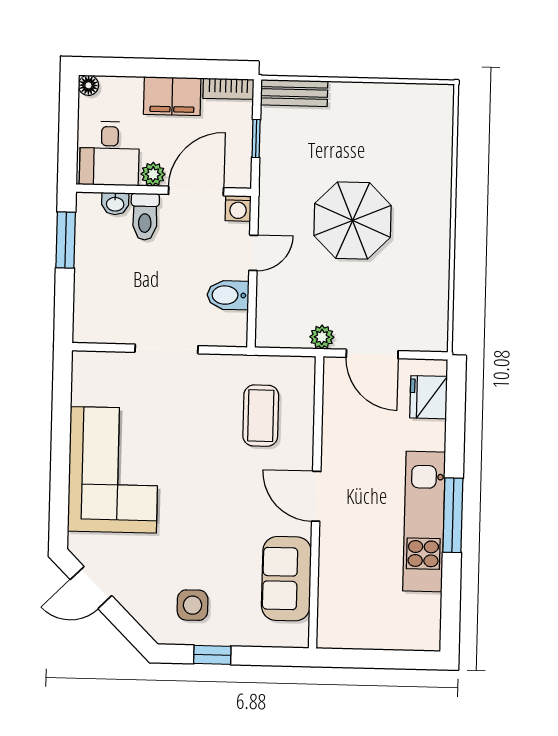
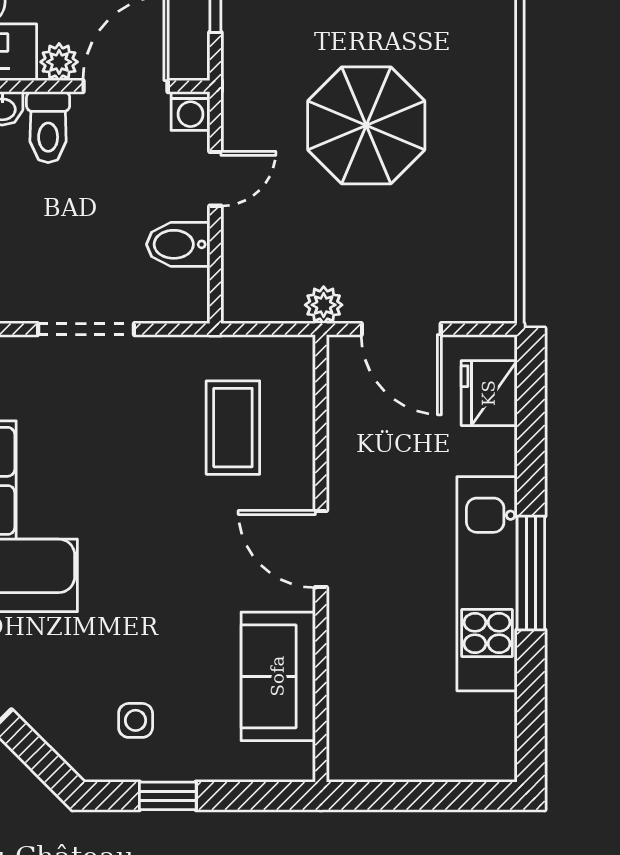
side table: (193, 605) -> (136, 720), width x0.73, depth x0.73

